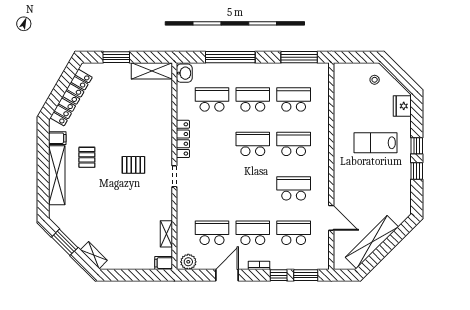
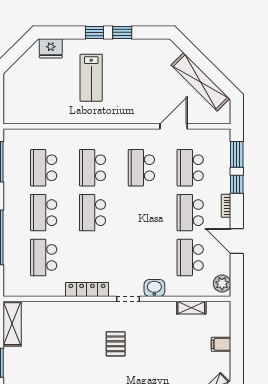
washbasin: (184, 73) -> (154, 288), moved
stool: (375, 80) -> (22, 79), removed
filing cabinet: (164, 263) -> (221, 344), moved, turned 90

